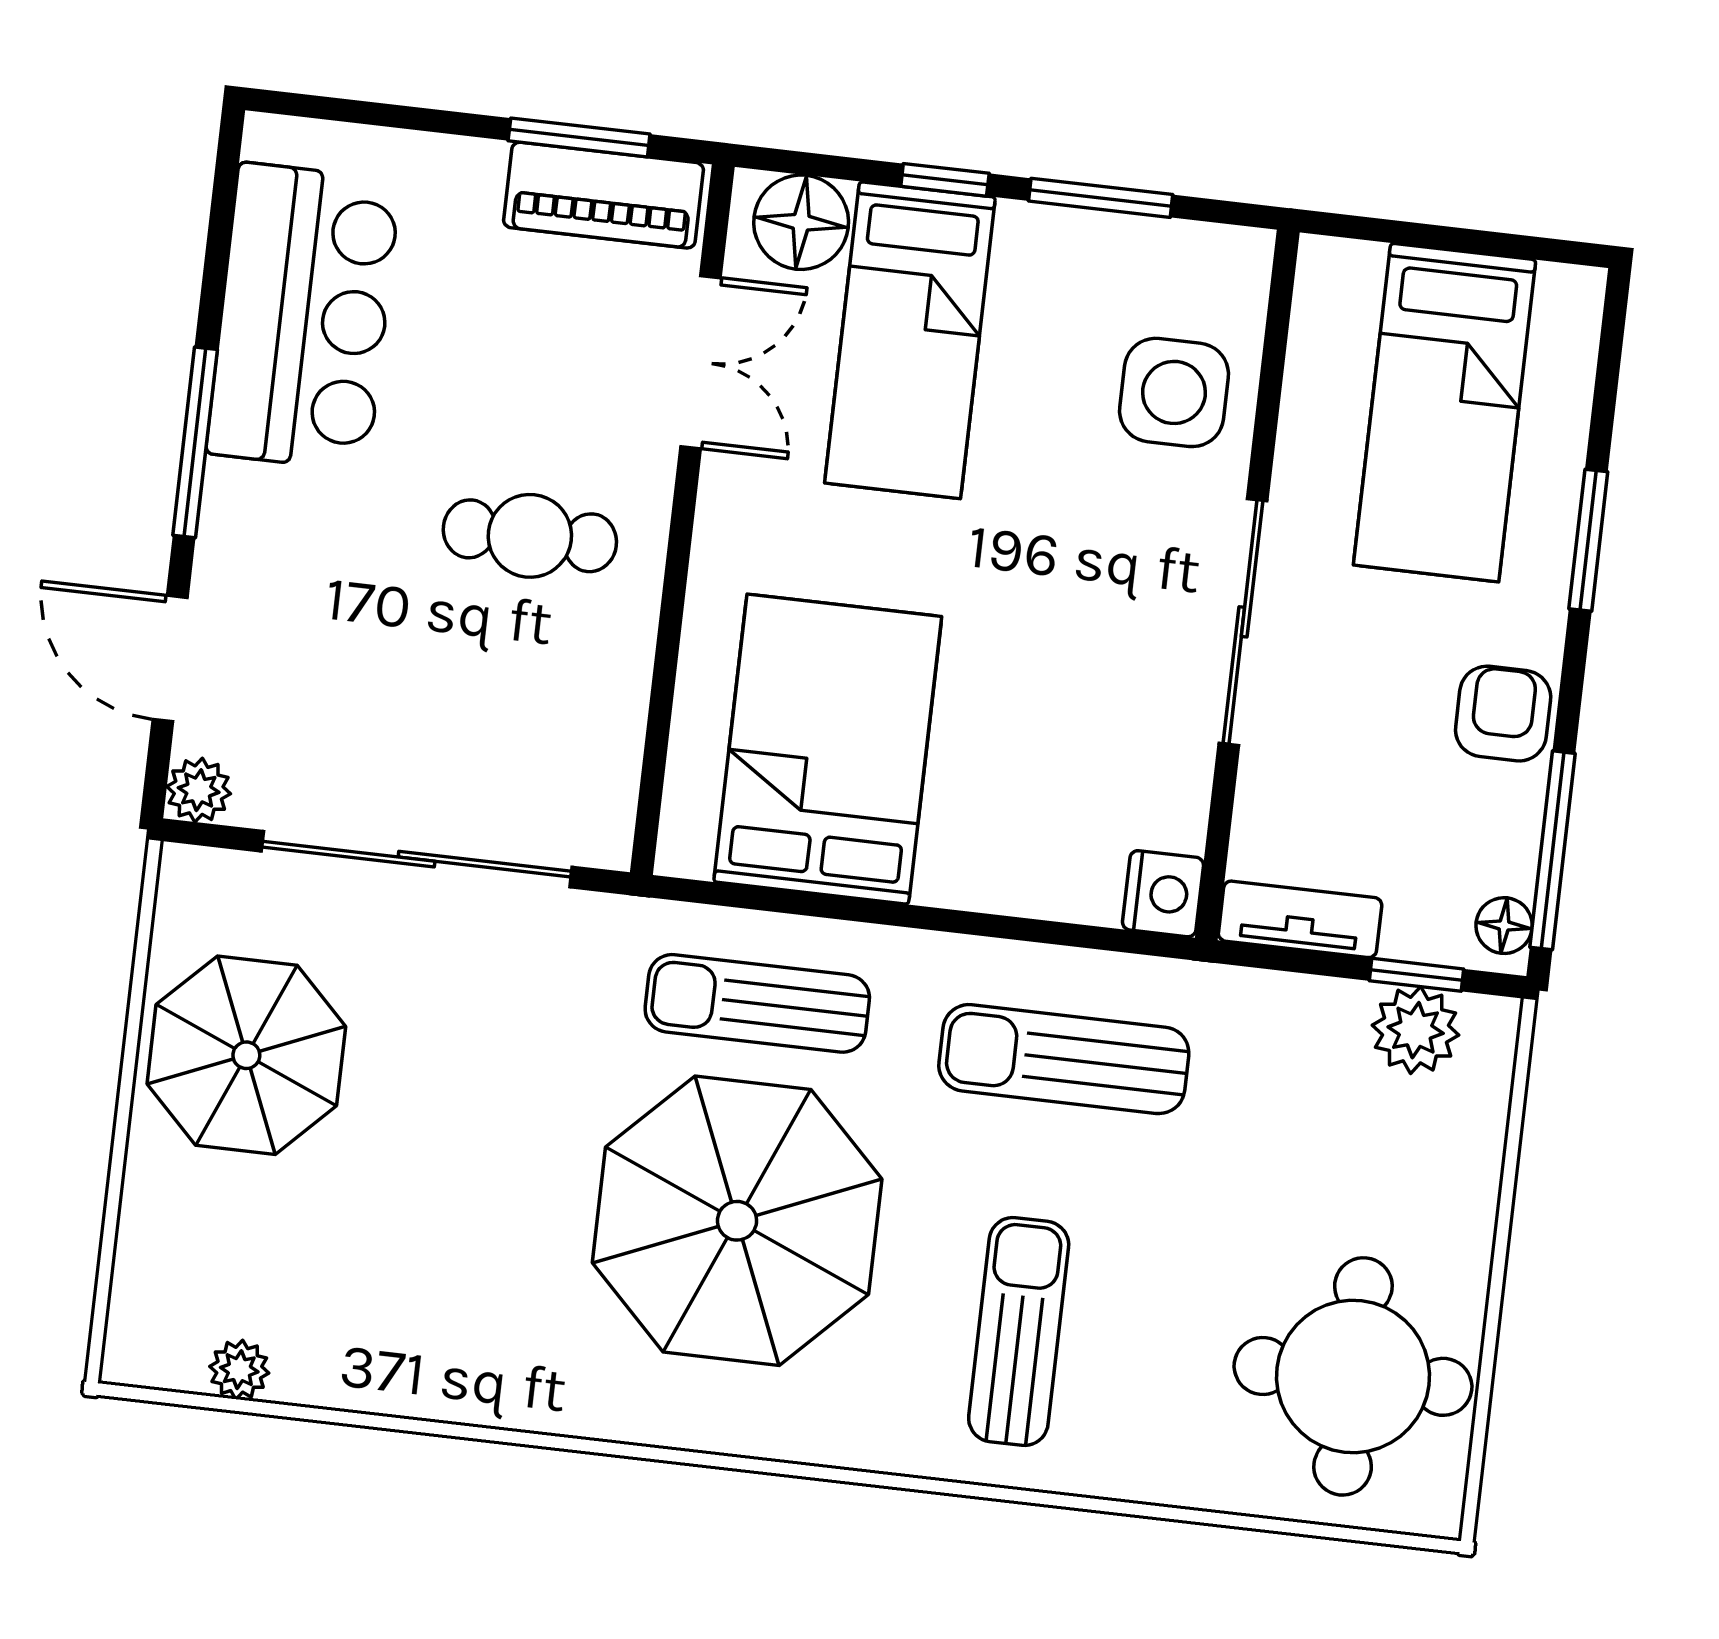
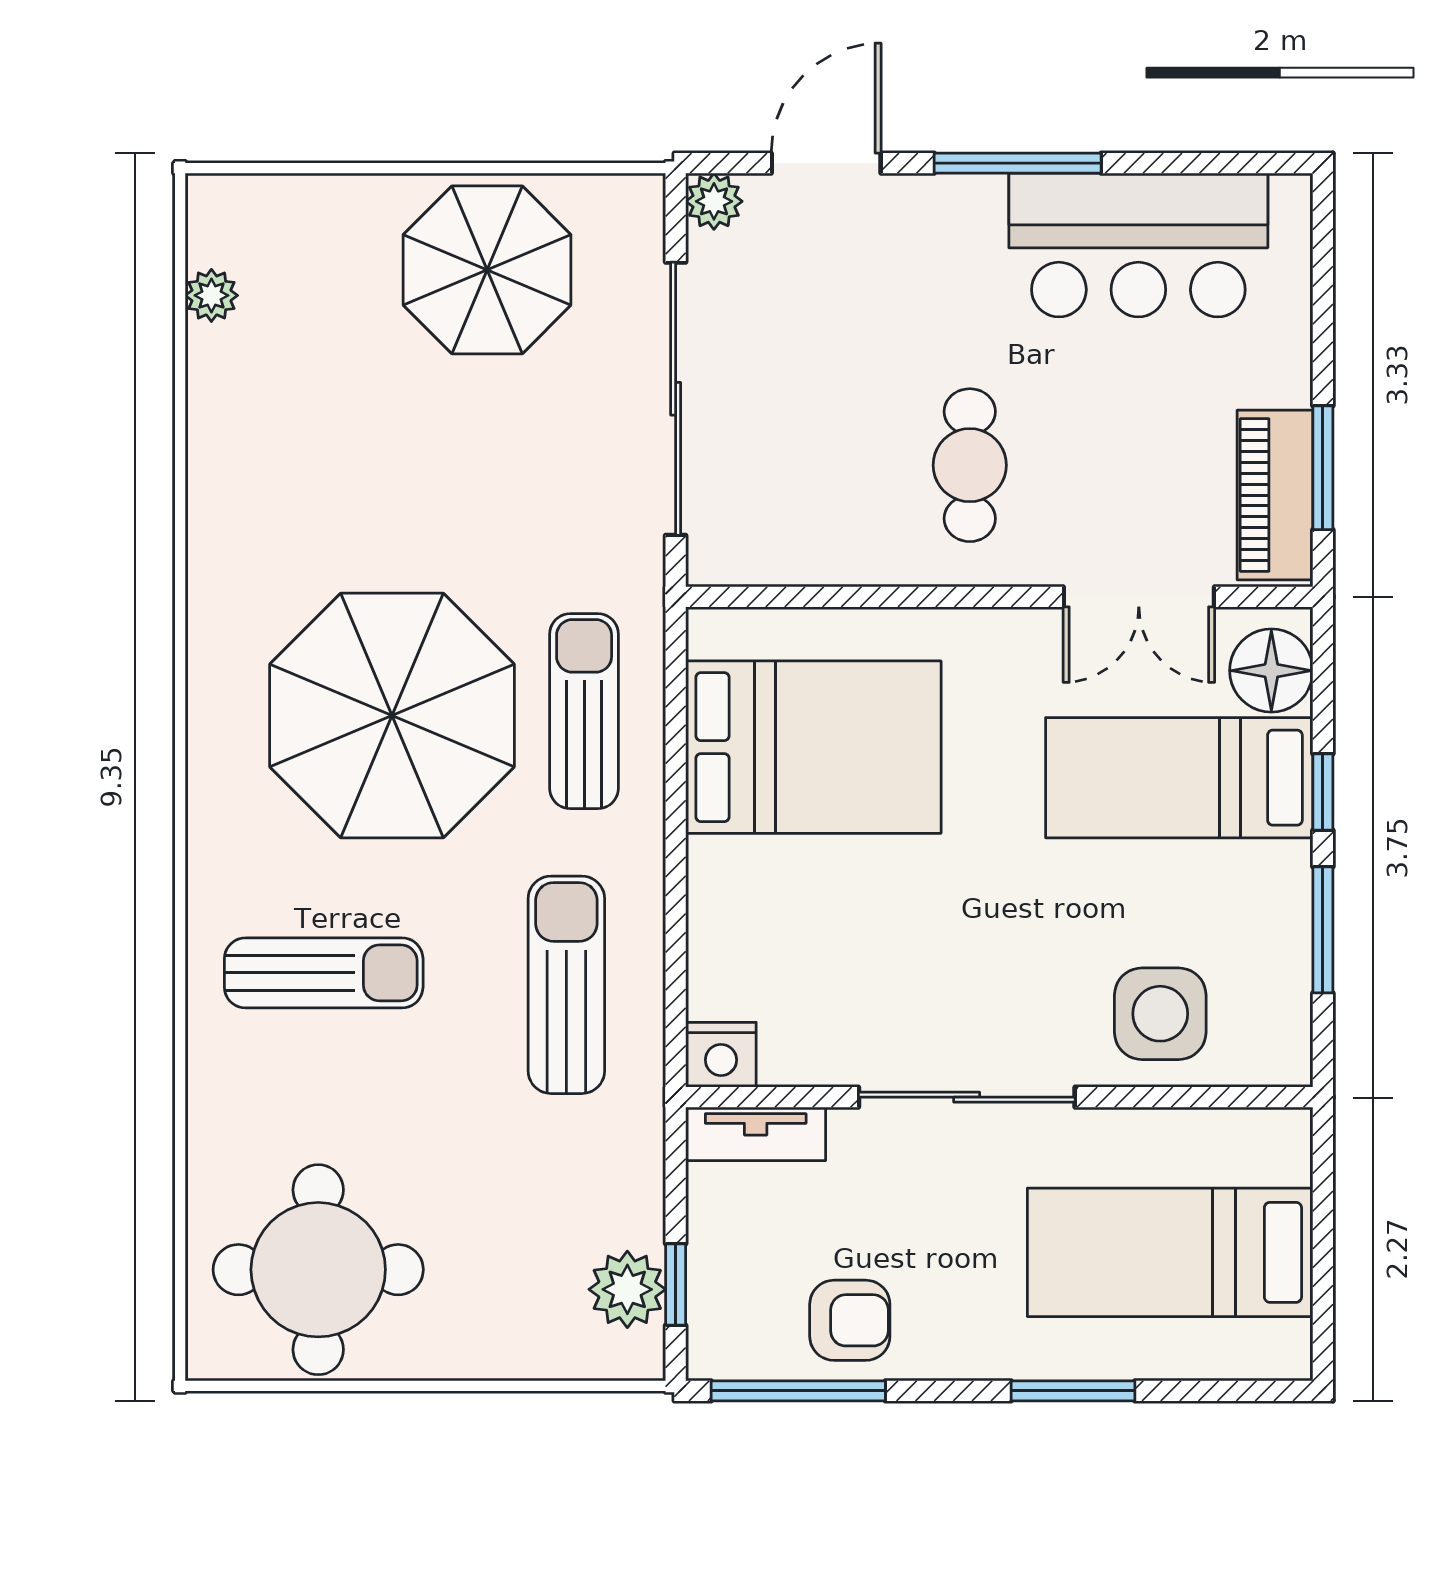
armchair: (1503, 714) -> (850, 1320), moved
tv unit: (1300, 919) -> (756, 1134), moved, turned 90
floor lamp: (1504, 926) -> (728, 1356), removed

